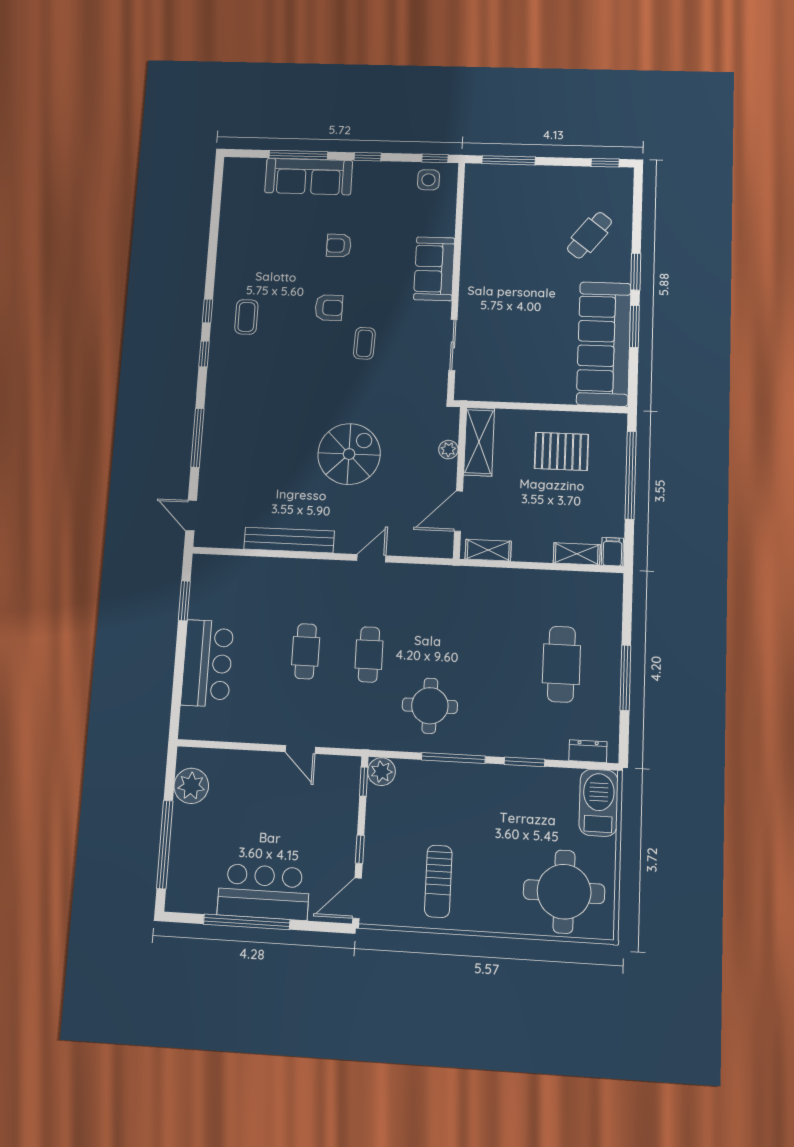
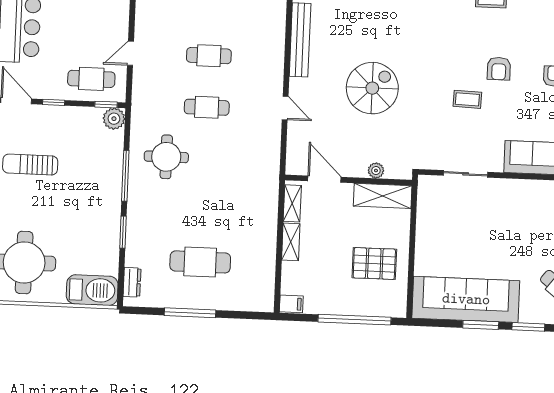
pallet: (561, 451) -> (374, 263), turned 90
spiral stairs: (349, 454) -> (372, 88), turned -90
shelving: (577, 554) -> (291, 242), moved
cafe table: (331, 800) -> (91, 79), added

